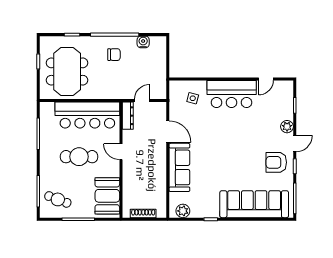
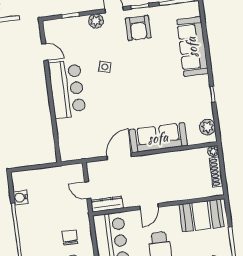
chair: (114, 55) -> (70, 237), moved
side table: (193, 98) -> (105, 67), moved
sofa: (254, 204) -> (192, 47), width x0.74, depth x0.79
plant: (162, 213) -> (213, 151), added

